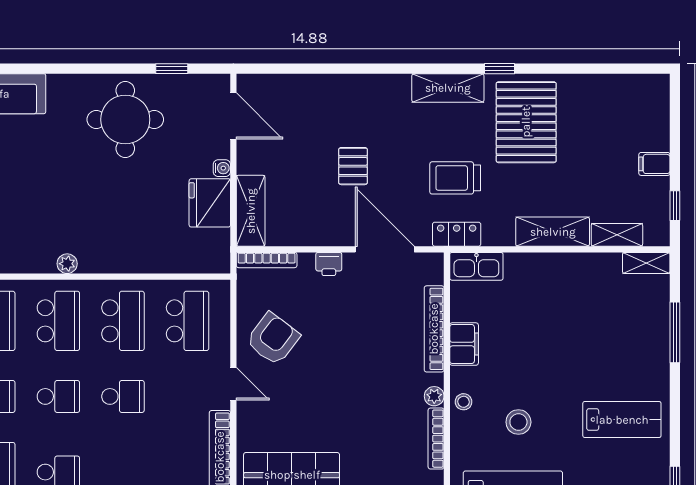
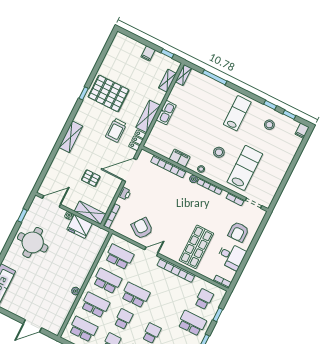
shelving: (448, 88) -> (71, 137), moved
pallet: (353, 166) -> (91, 178), moved
shelving: (553, 232) -> (148, 116), moved
kitchen sink: (476, 266) -> (166, 113), moved
school desk: (123, 396) -> (136, 295), width x1.85

